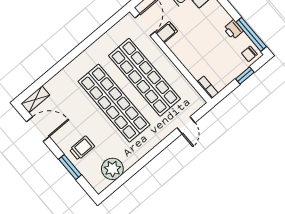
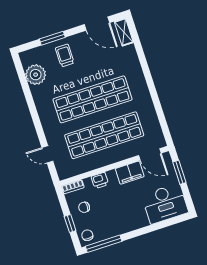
printer: (233, 30) -> (100, 180), moved, turned 180
filing cabinet: (167, 32) -> (130, 173), width x2.00
chair: (223, 68) -> (84, 207), added
door: (38, 129) -> (97, 24), hinge flipped
trolley: (82, 148) -> (65, 55), turned 180

